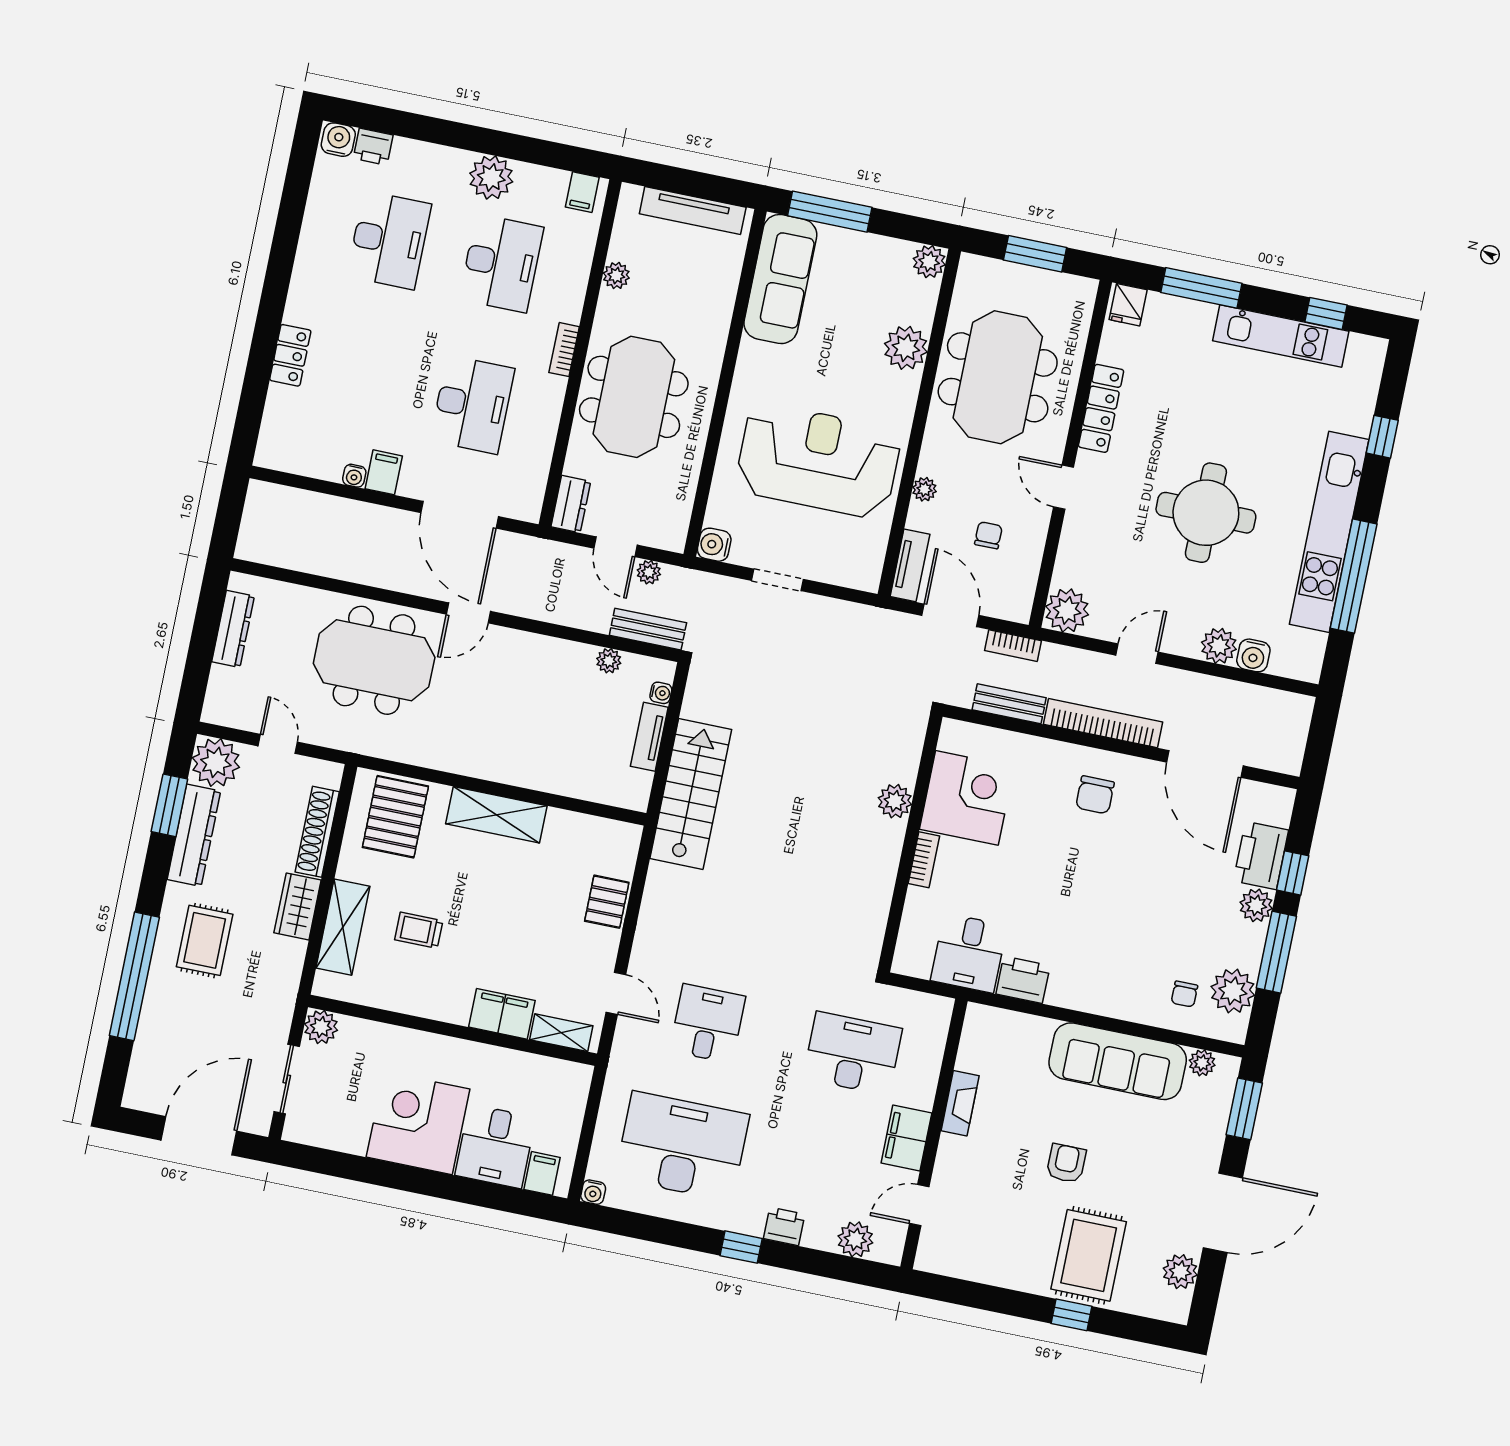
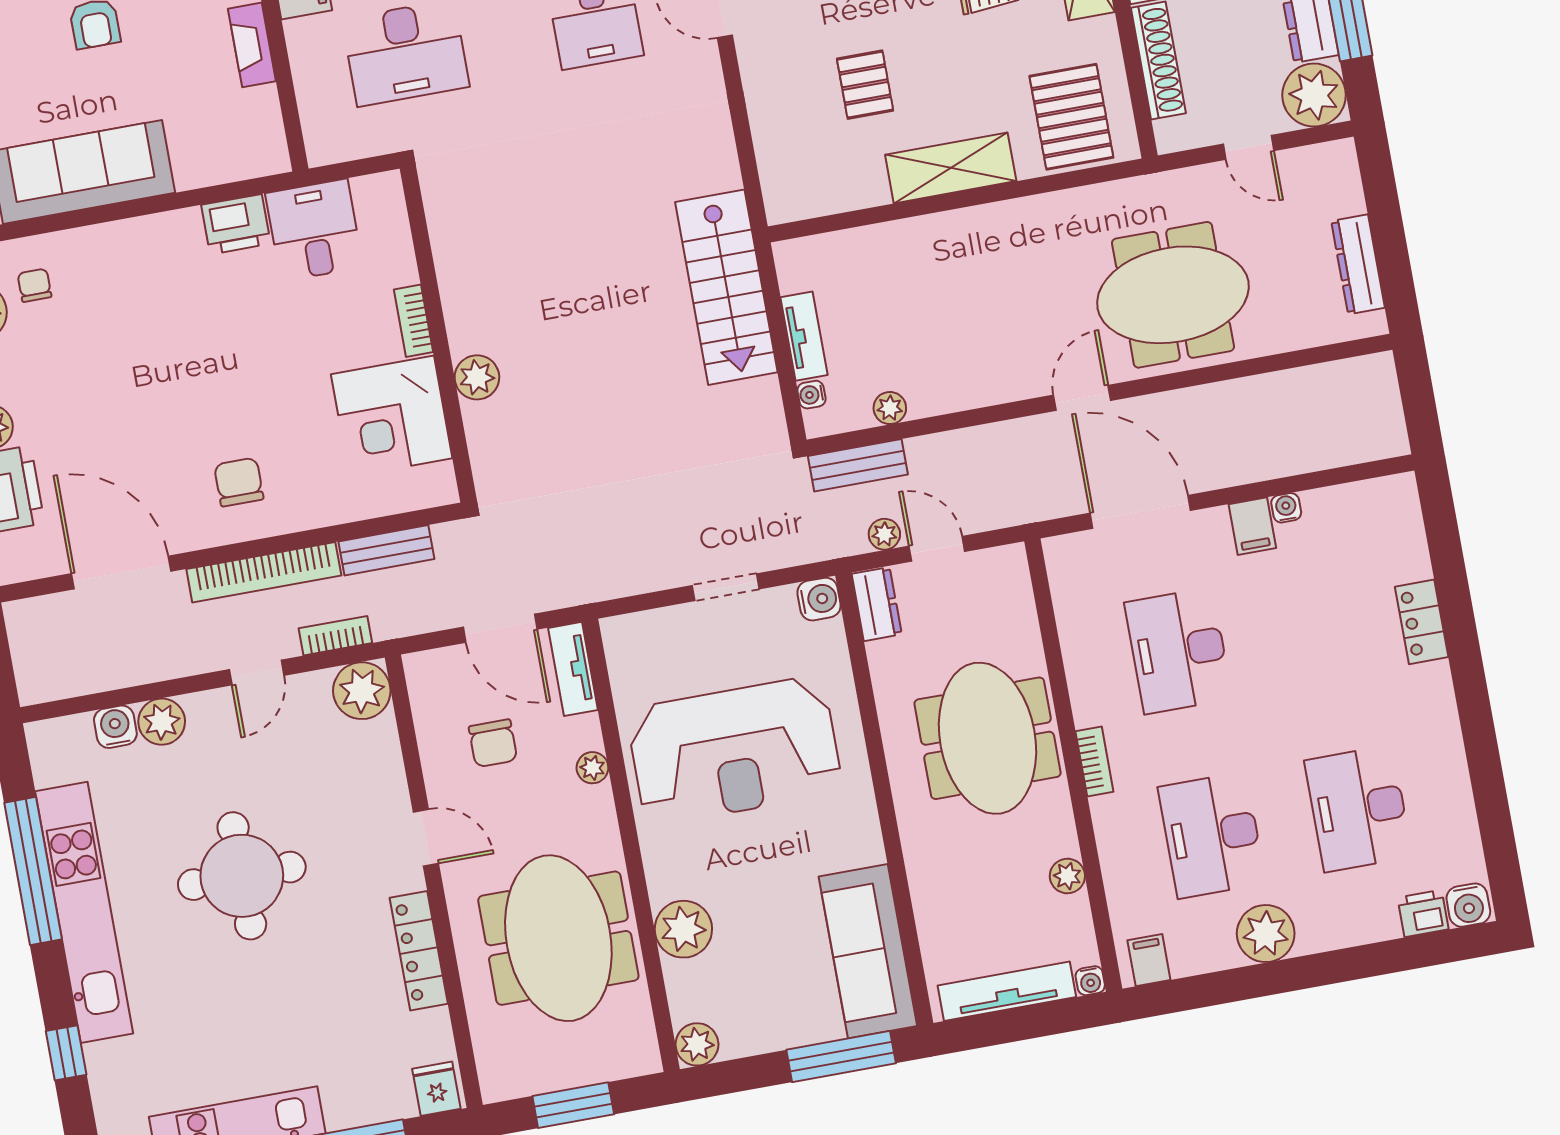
water cooler: (630, 194) -> (1090, 981), added
dresser: (571, 504) -> (877, 604), moved, turned 180
chair: (988, 535) -> (493, 743), width x1.37, depth x1.37
bookcase: (1013, 646) -> (335, 636), moved
pallet: (607, 902) -> (865, 85), moved

